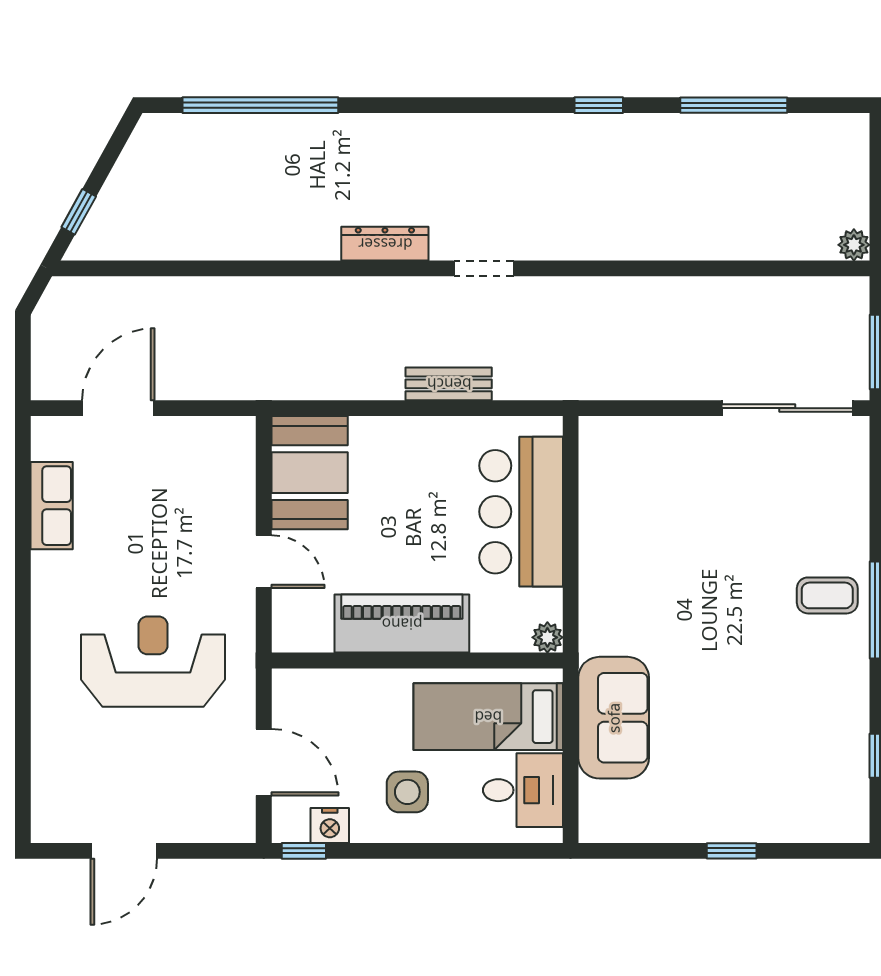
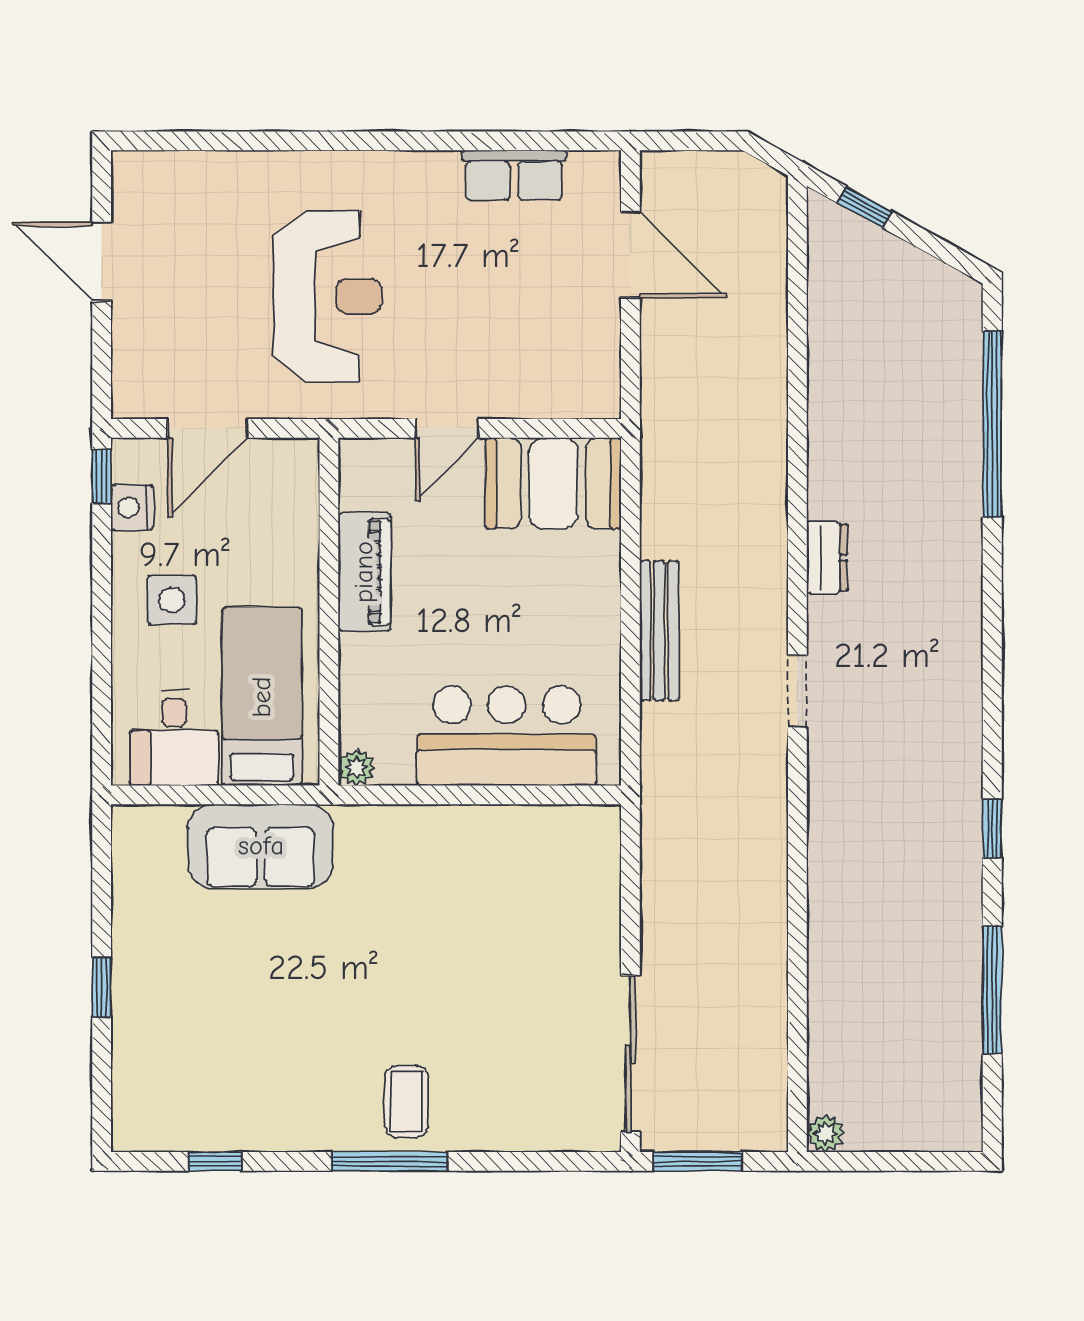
dresser: (385, 244) -> (827, 557), width x0.70
bench: (449, 384) -> (659, 631), width x1.36
piano: (402, 624) -> (364, 572), width x0.73, depth x0.75

